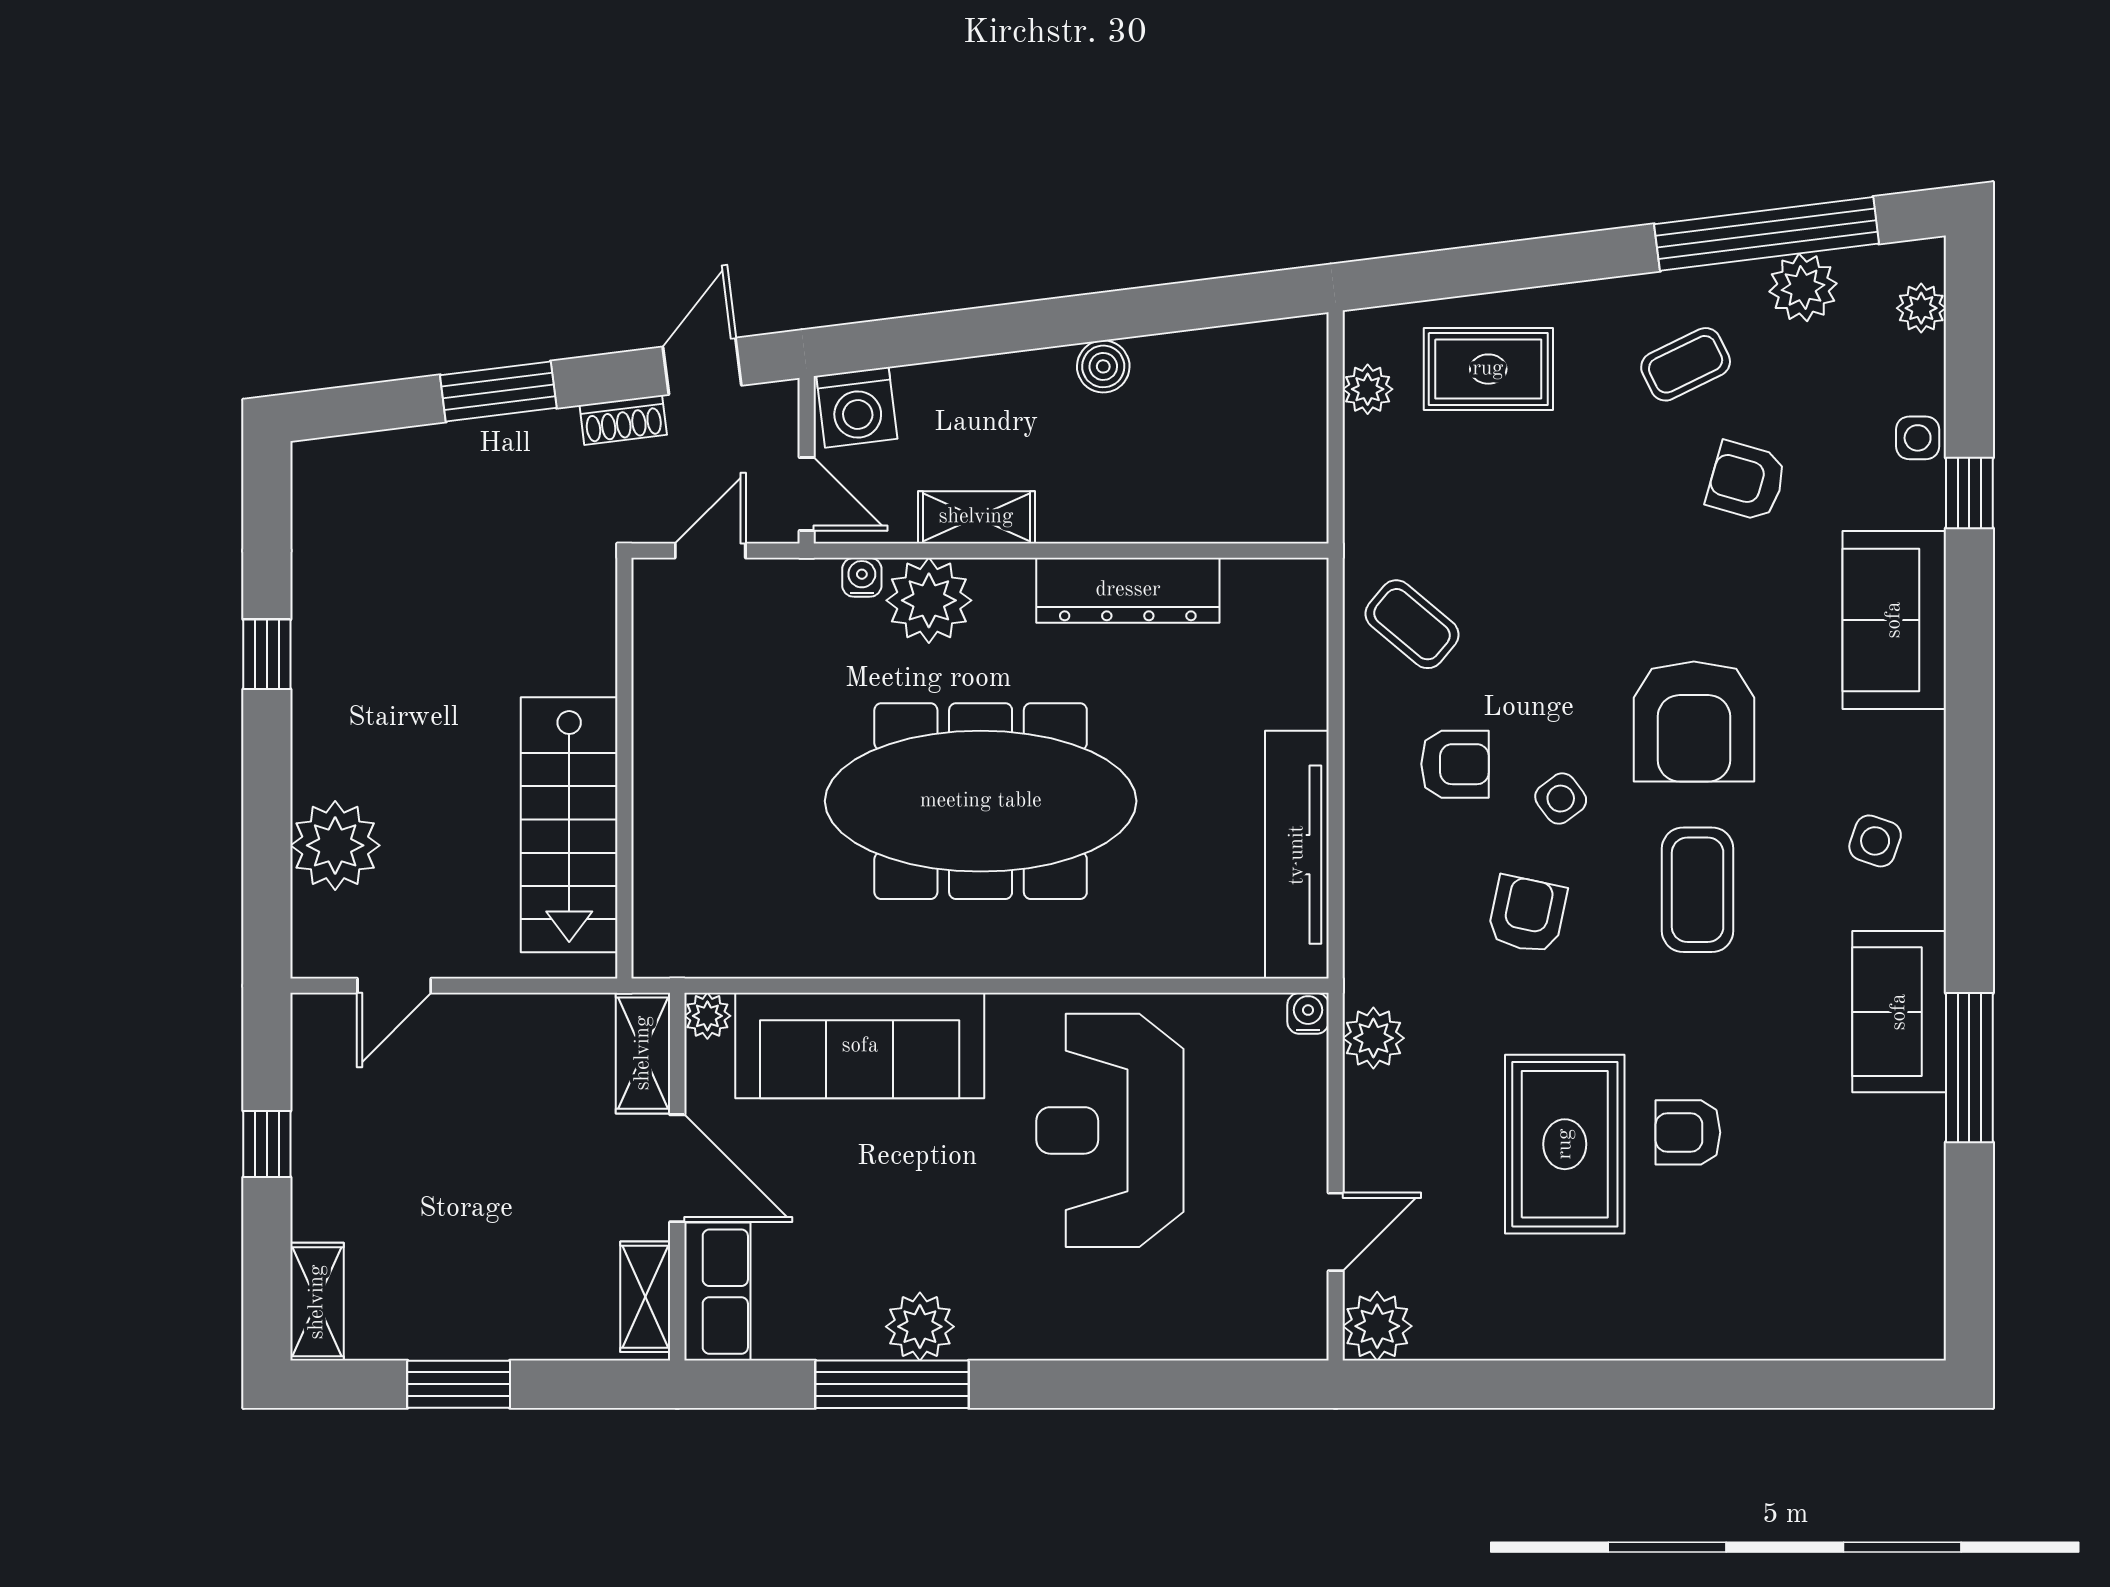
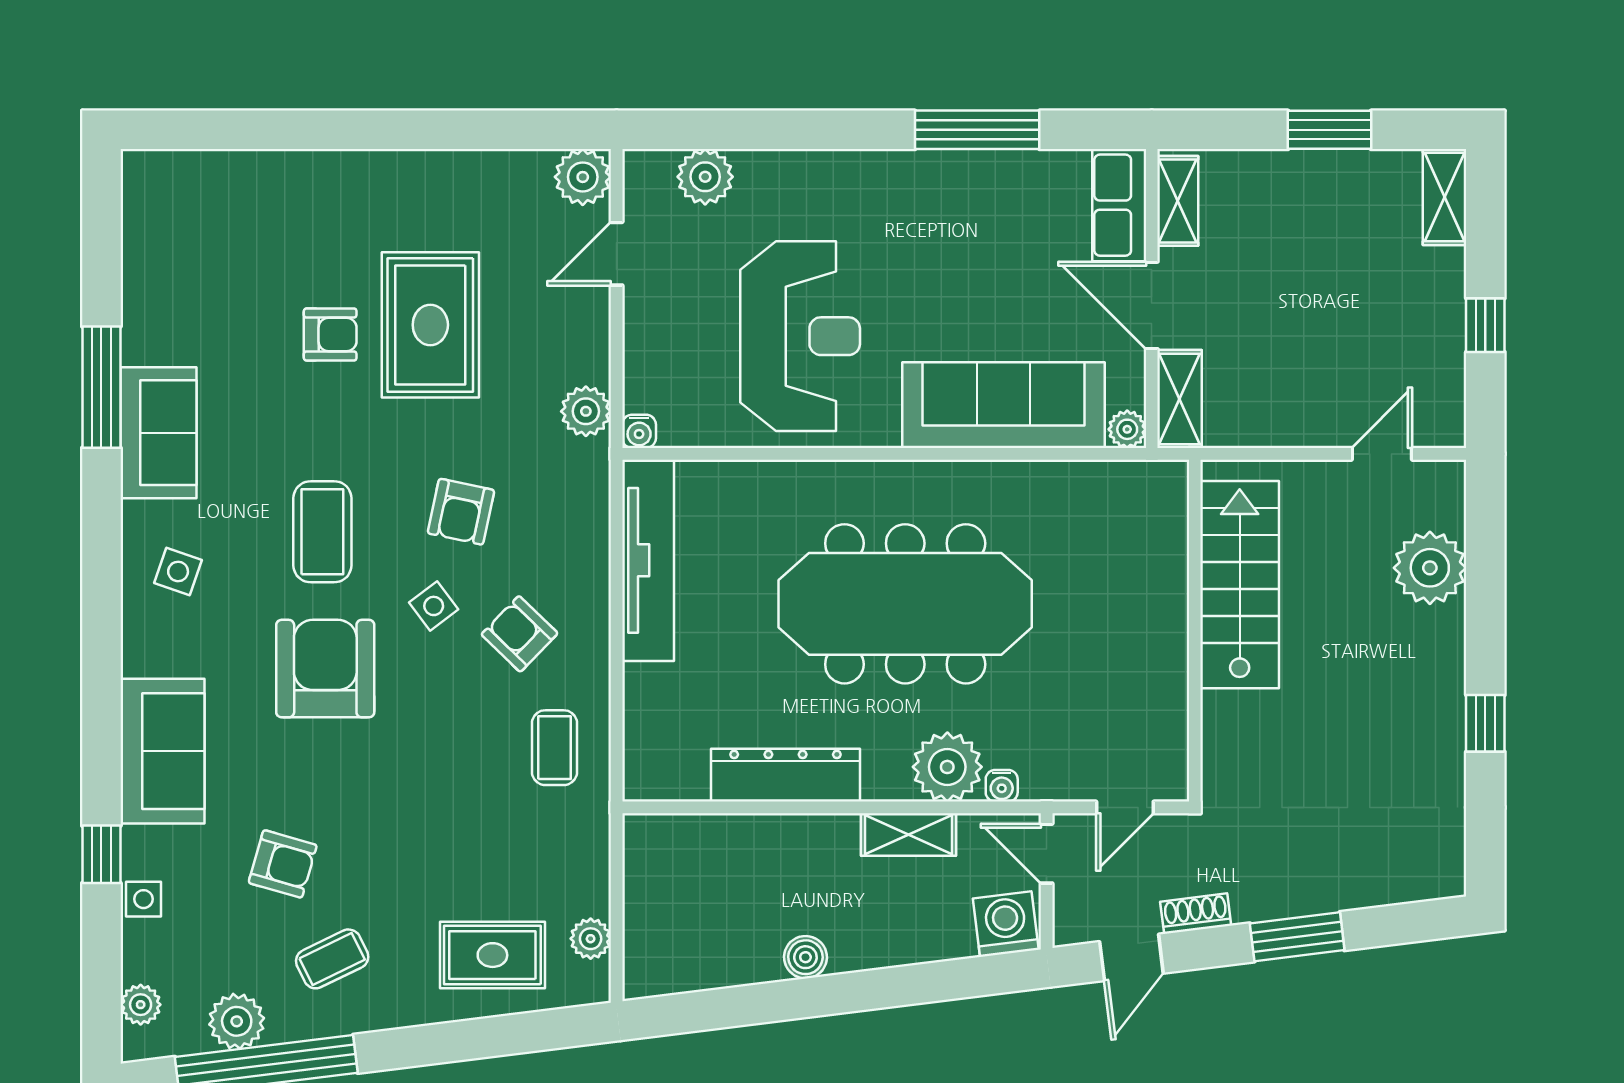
coffee table: (1412, 624) -> (554, 748), turned 50
armchair: (1455, 764) -> (520, 634), turned 44
plant: (920, 1327) -> (705, 177), moved

